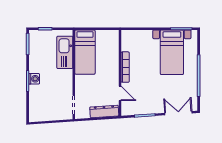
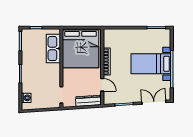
bed: (85, 52) -> (81, 48), width x2.04
bed with nightstands: (172, 52) -> (151, 64), moved, turned 90
washing machine: (34, 79) -> (26, 98), moved

